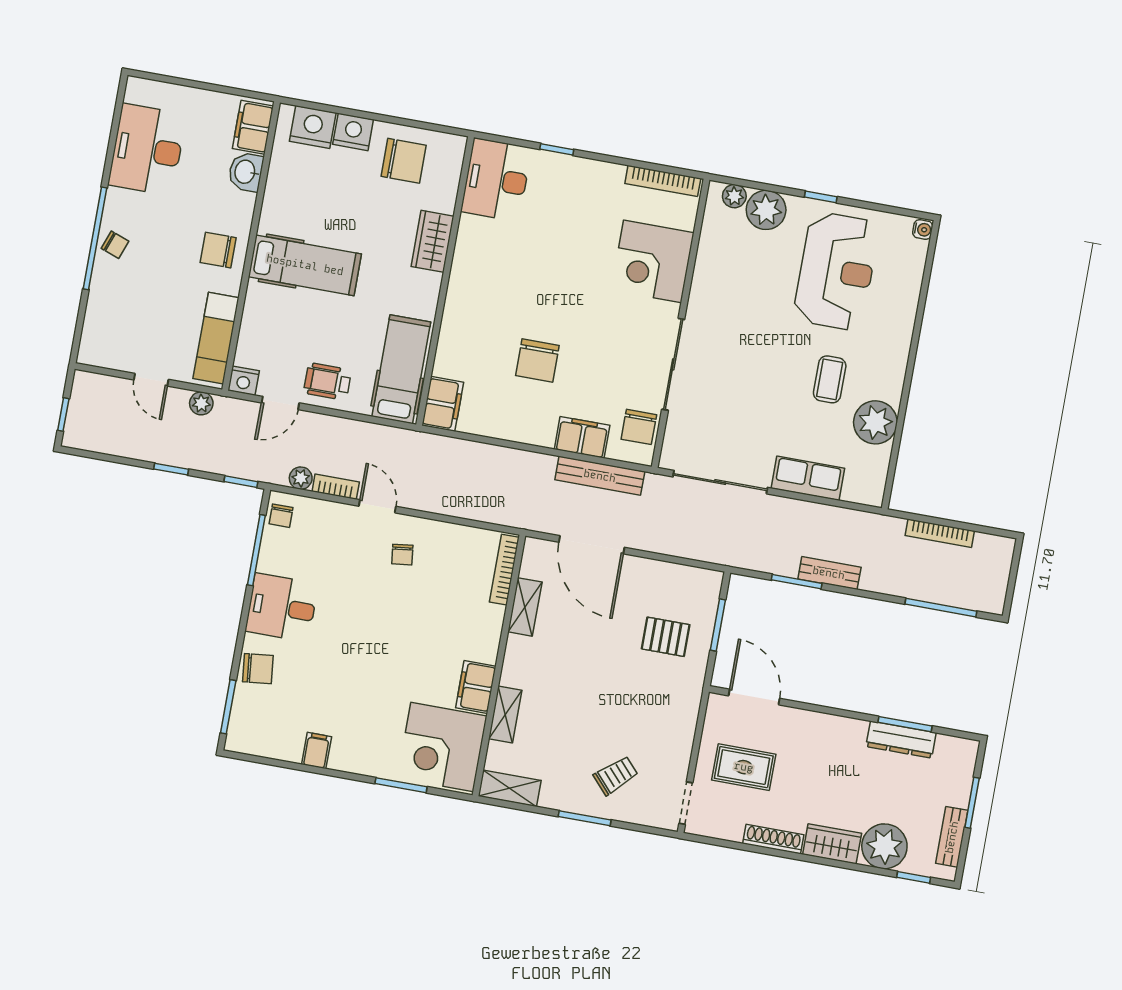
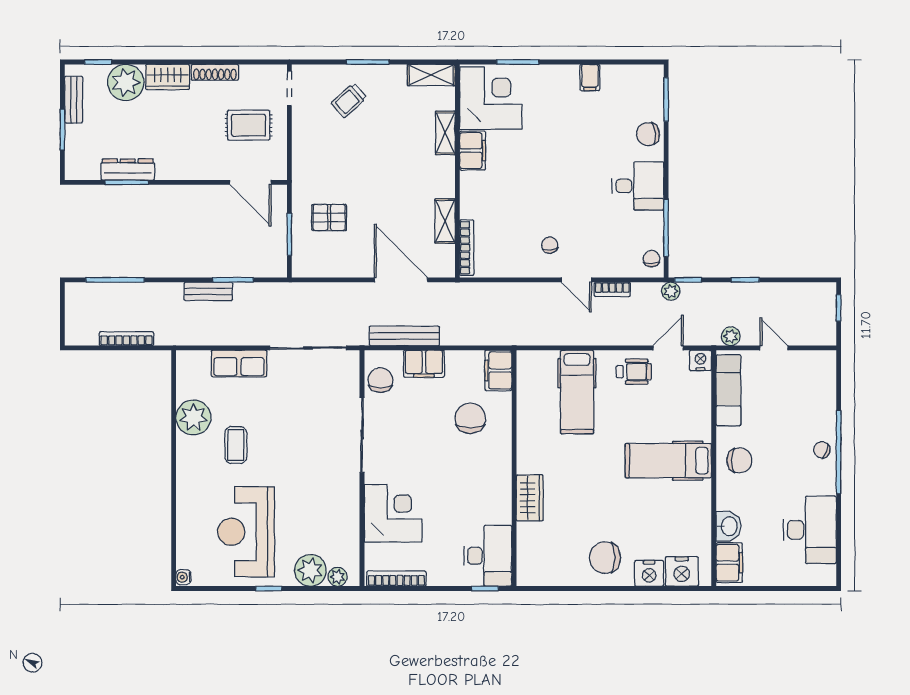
desk: (496, 180) -> (488, 556), moved
wardrobe: (432, 241) -> (530, 498), moved
wall: (445, 281) -> (514, 468), moved
filing cabinet: (443, 404) -> (498, 370), moved
plant: (301, 478) -> (671, 291), moved

